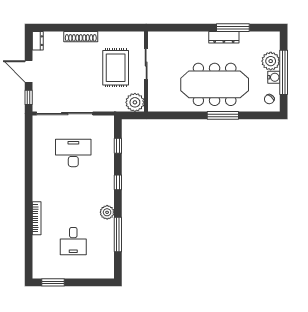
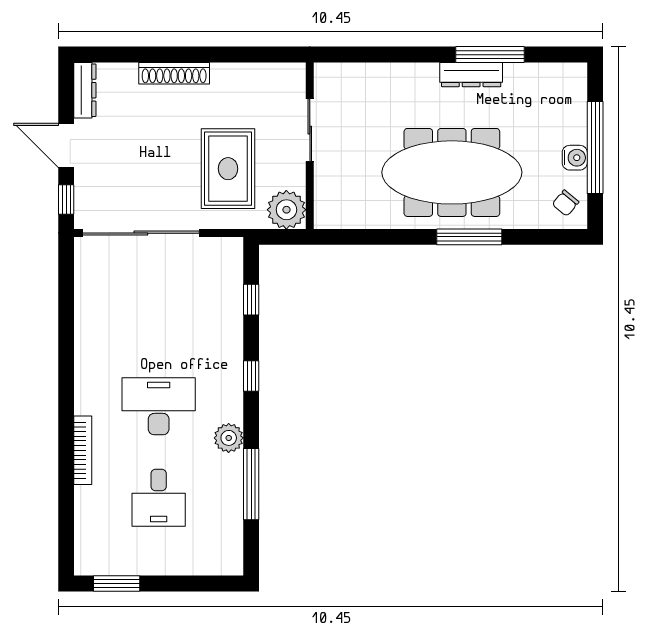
dresser: (38, 41) -> (85, 90), width x1.44
plant: (271, 61) -> (568, 124), removed
rug: (116, 68) -> (228, 169), moved
desk: (73, 153) -> (159, 406), moved

